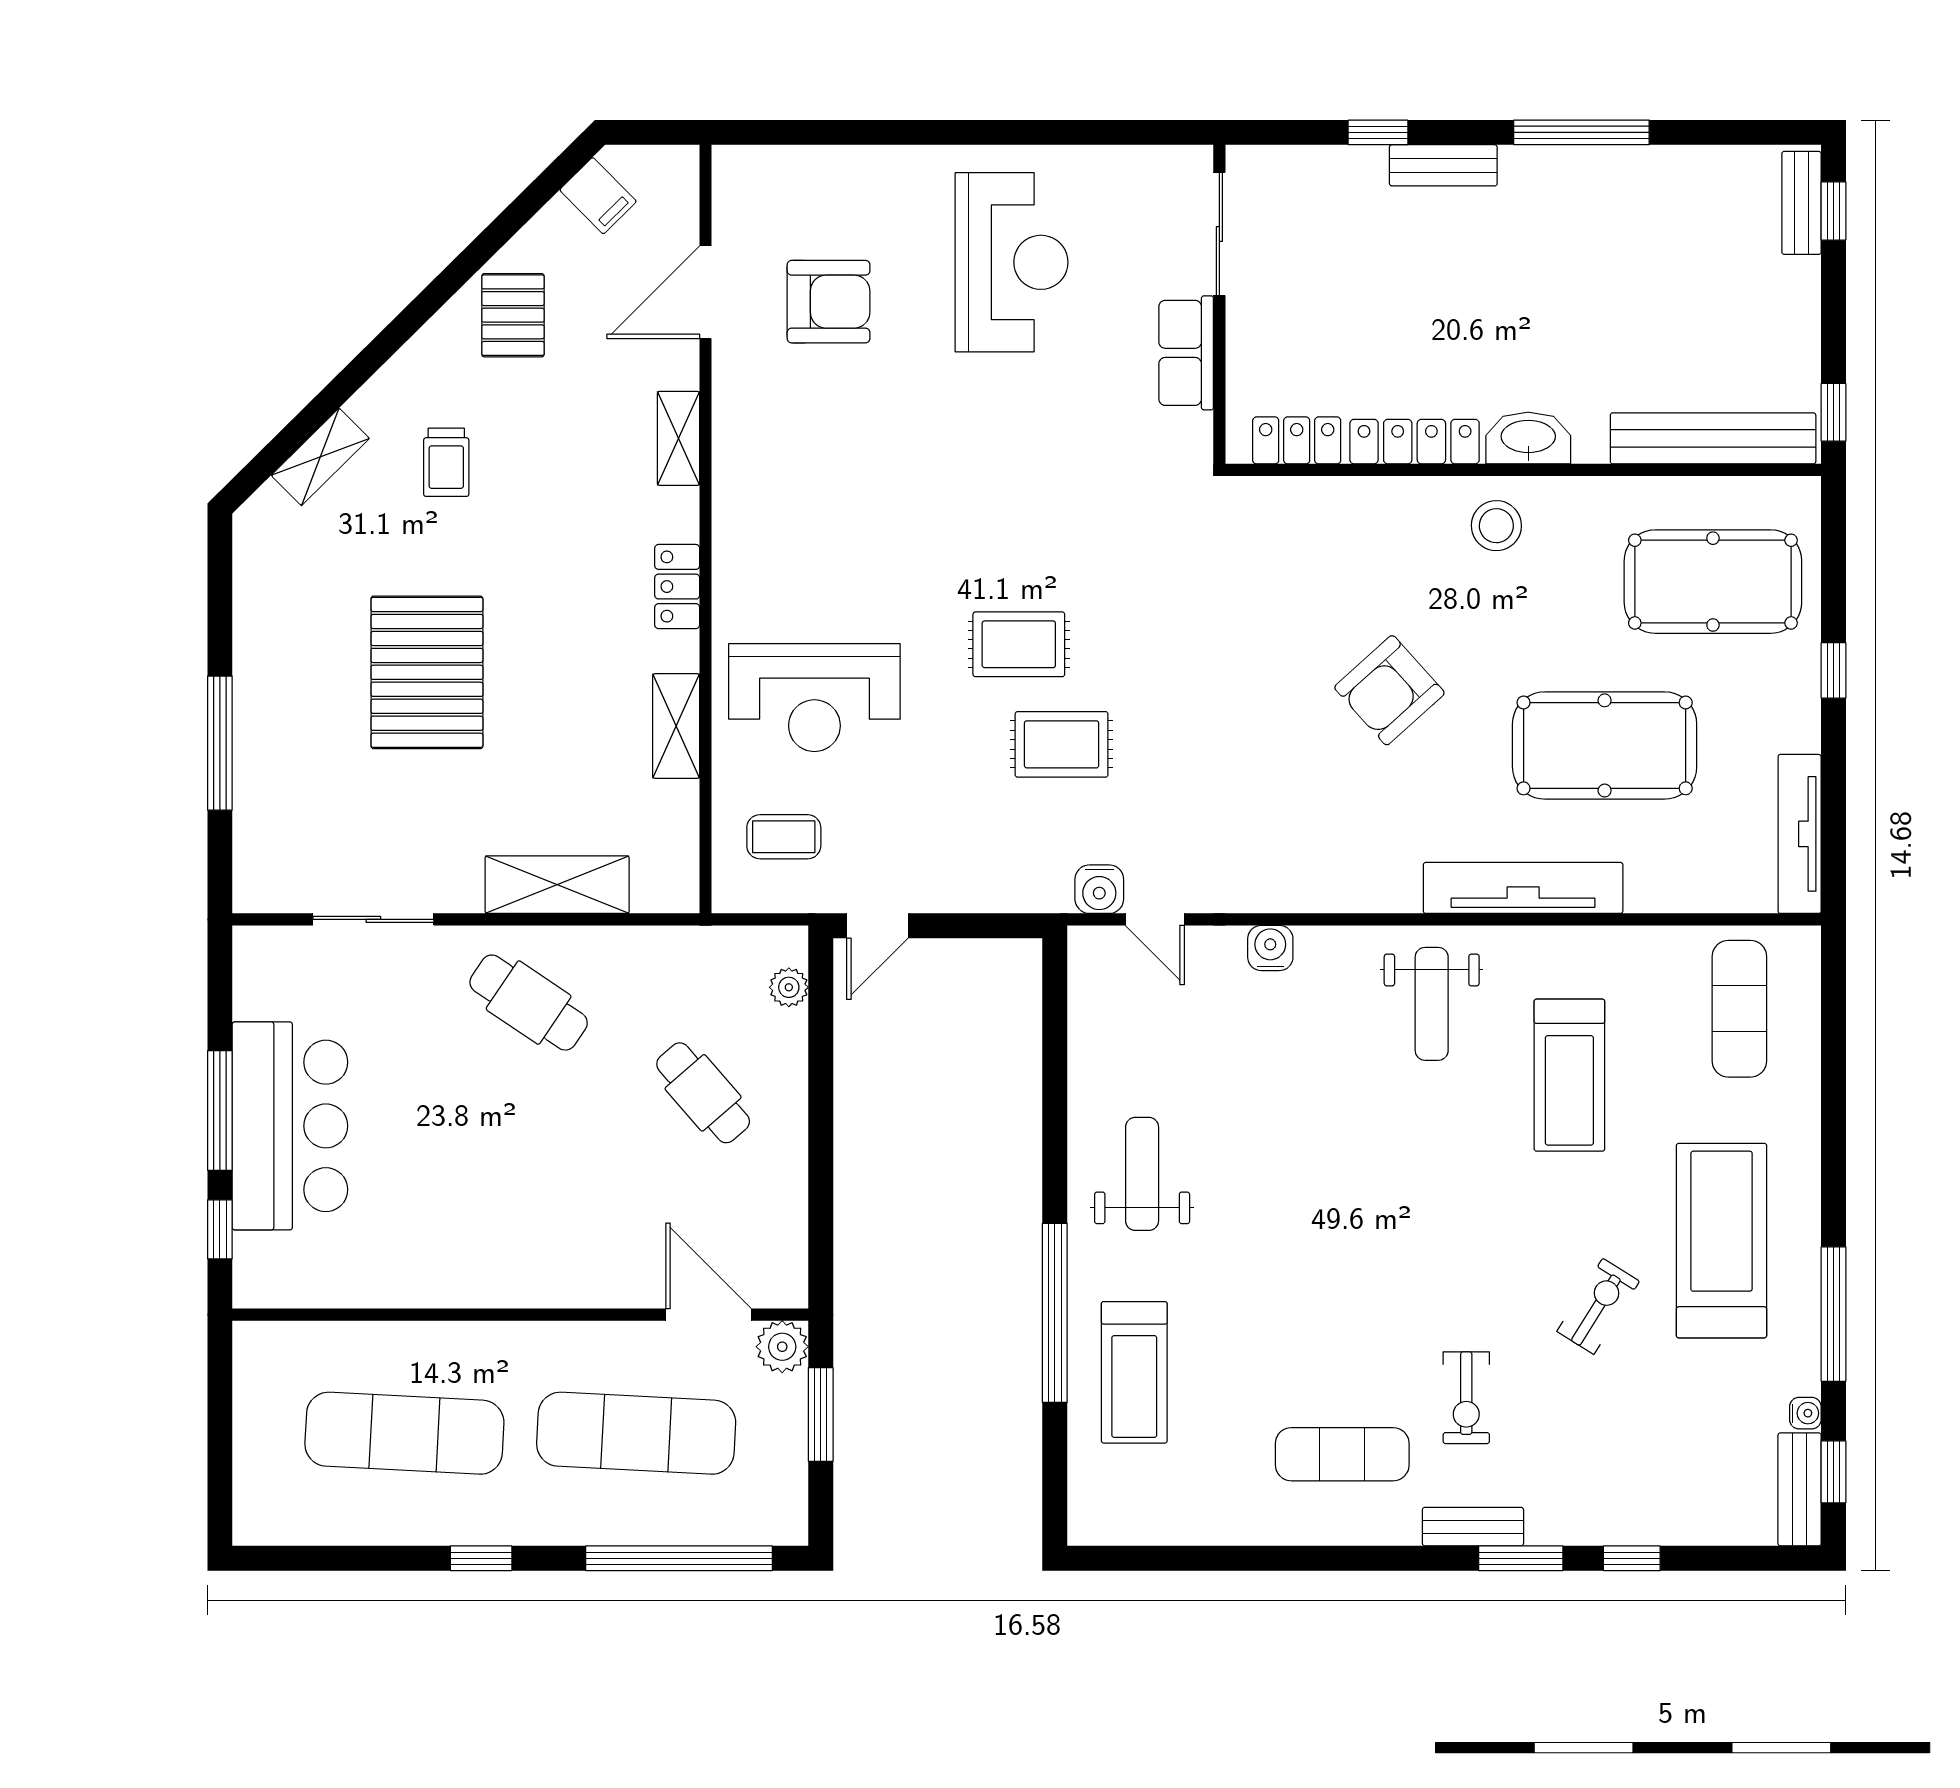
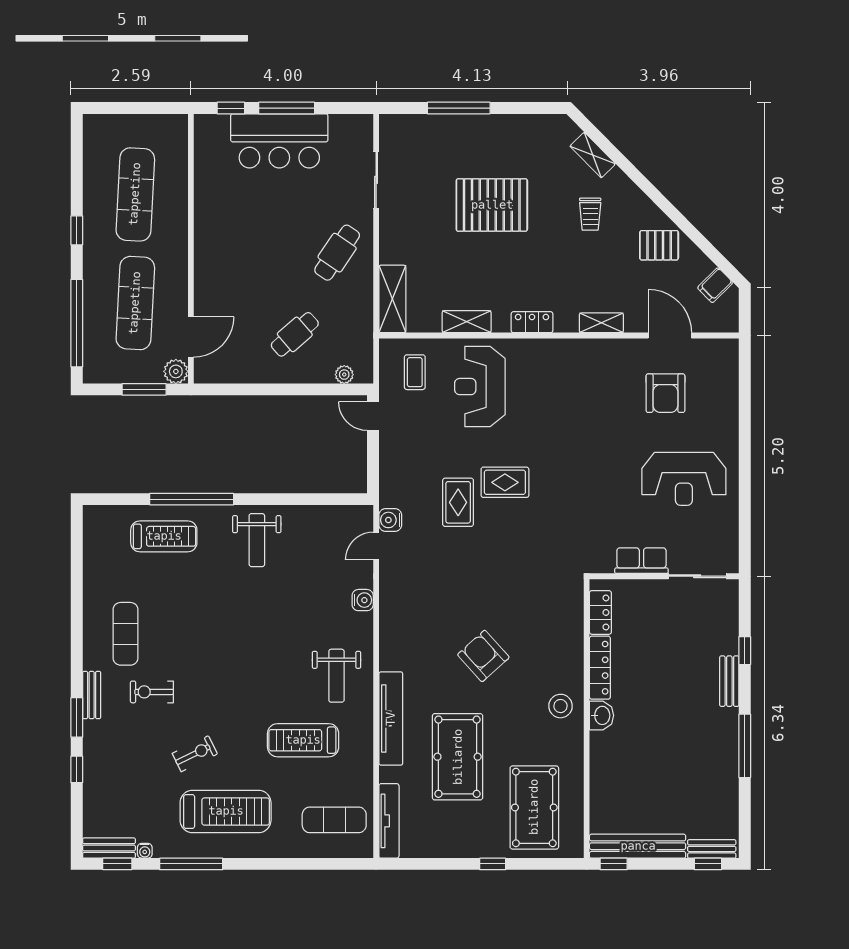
washbasin: (1528, 438) -> (602, 715), width x0.72
bench: (1713, 438) -> (638, 846), moved, turned 90
trolley: (446, 462) -> (590, 214), turned -90
rug: (1019, 644) -> (505, 482), turned 90
tv unit: (1800, 834) -> (389, 821), moved, turned 90
shelving: (557, 885) -> (392, 299), moved
weight bench: (1432, 1004) -> (336, 676), turned -90
weight bench: (1142, 1174) -> (257, 540), turned 90
exercise bike: (1598, 1306) -> (195, 754), turned -58
treadmill: (1134, 1372) -> (164, 536), turned 180

